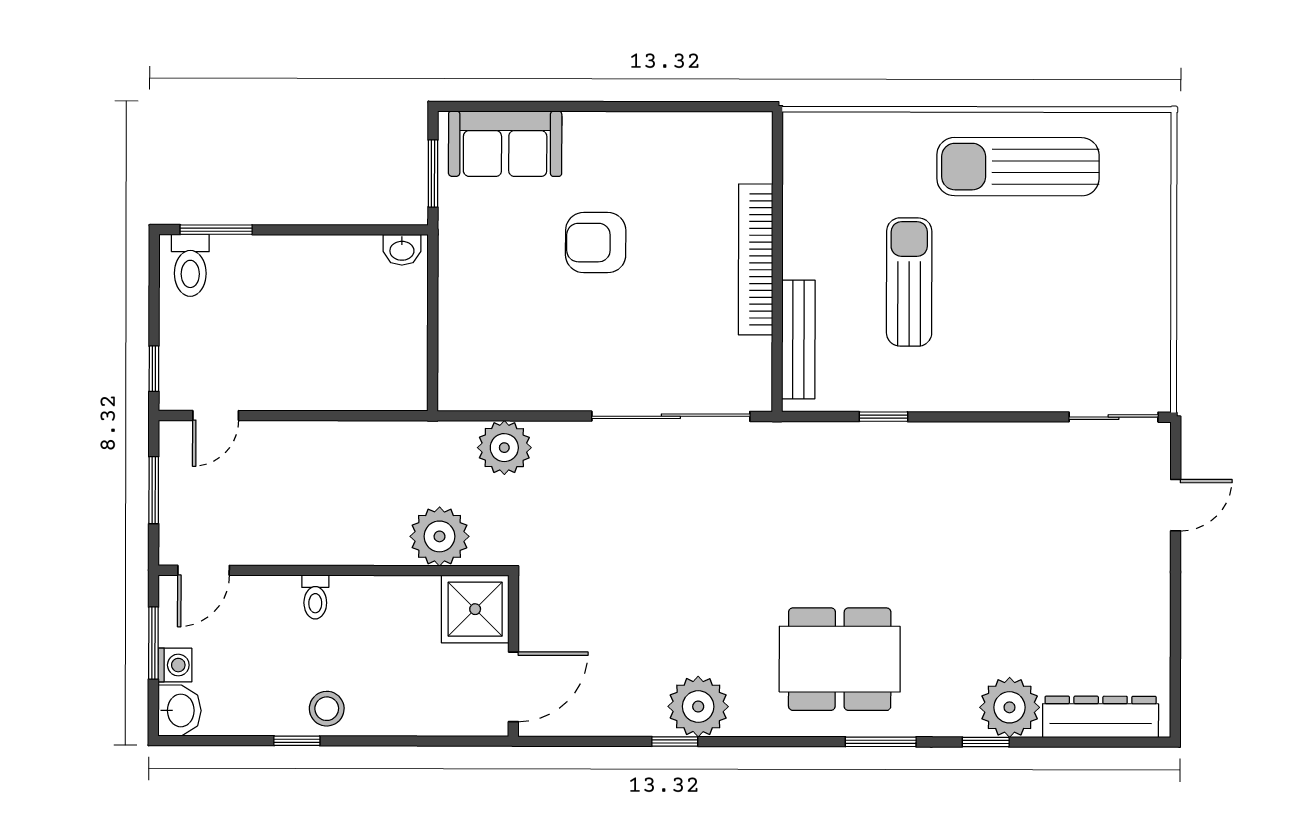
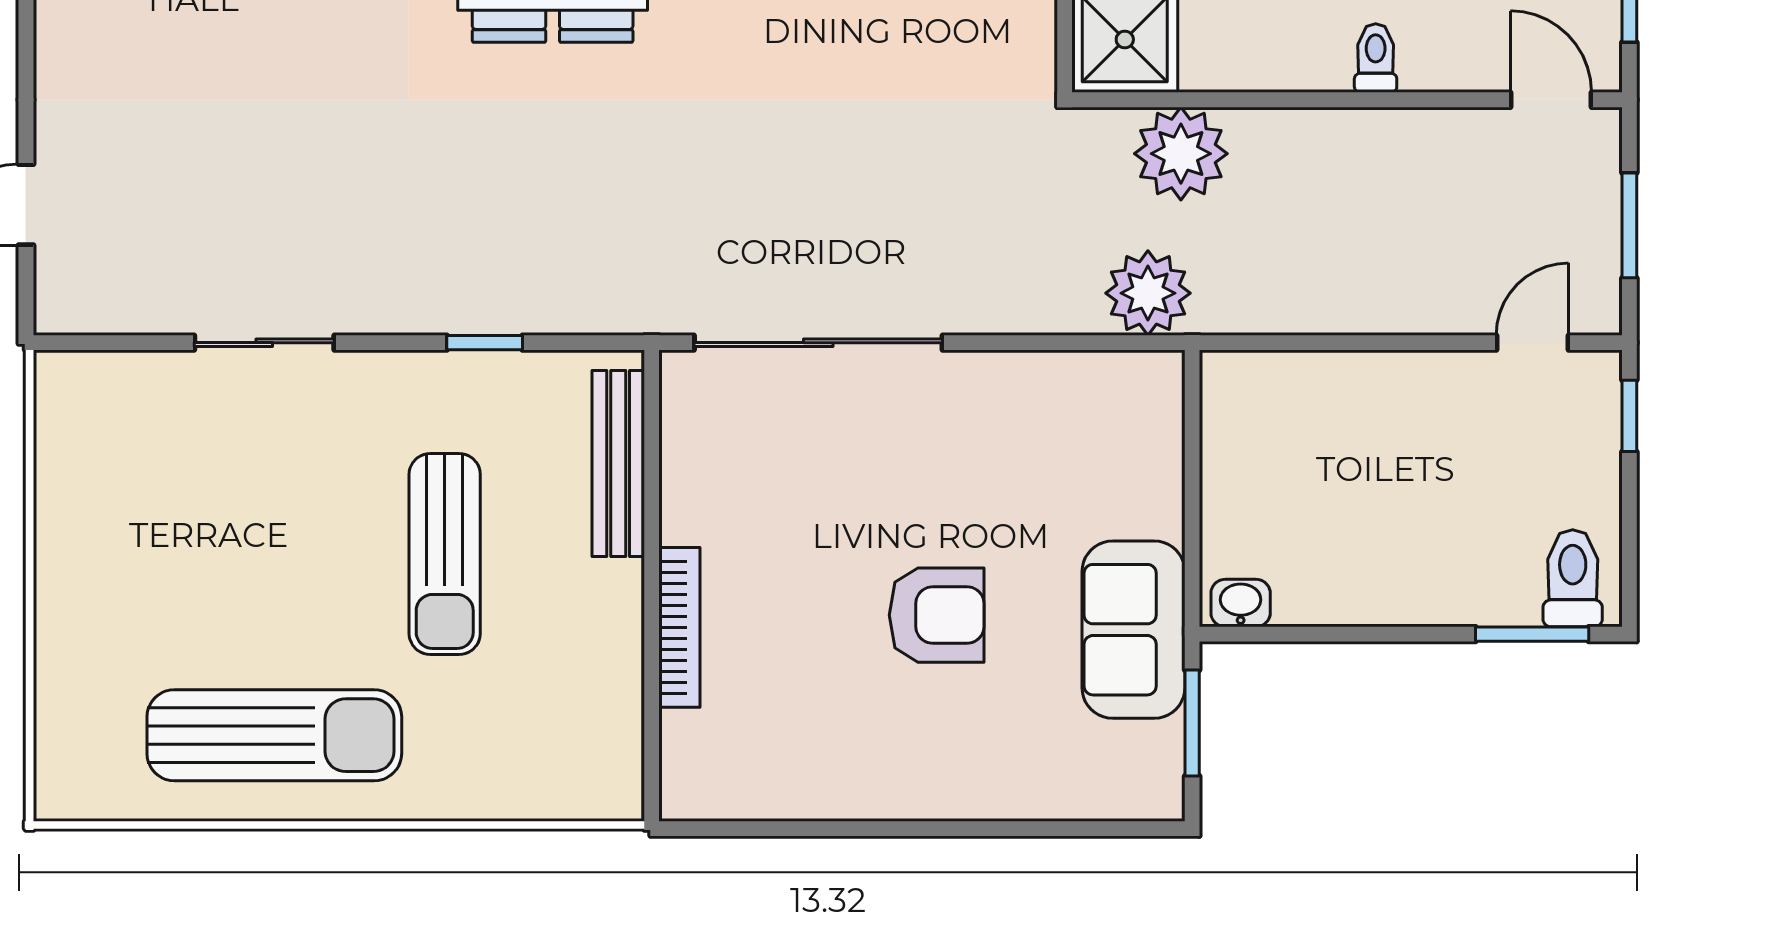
sofa: (505, 144) -> (1133, 630), moved, turned -90
bookcase: (756, 259) -> (679, 627), width x0.68, depth x0.76
sliding door: (1114, 417) -> (264, 343), moved
plant: (504, 448) -> (1148, 293), moved
door: (204, 570) -> (1551, 100), hinge flipped

